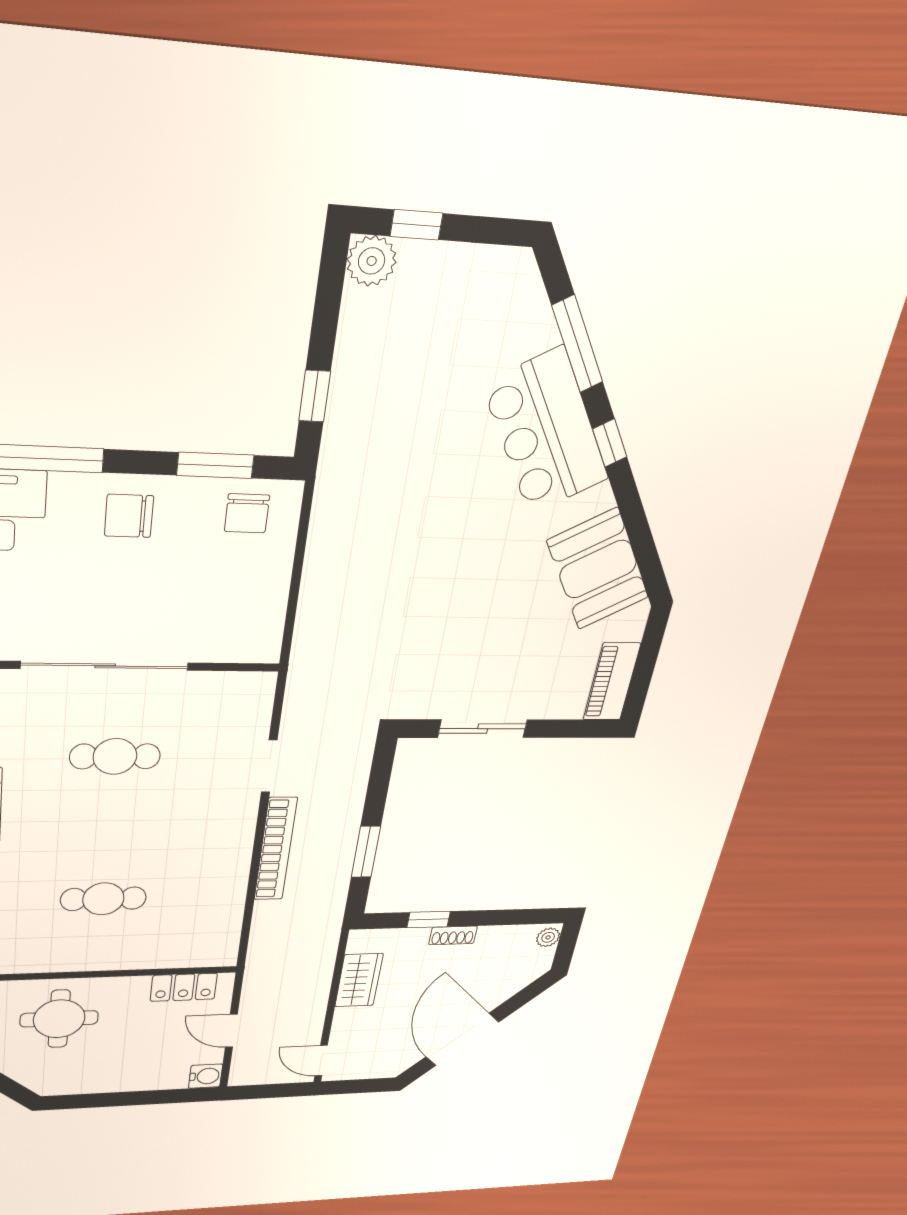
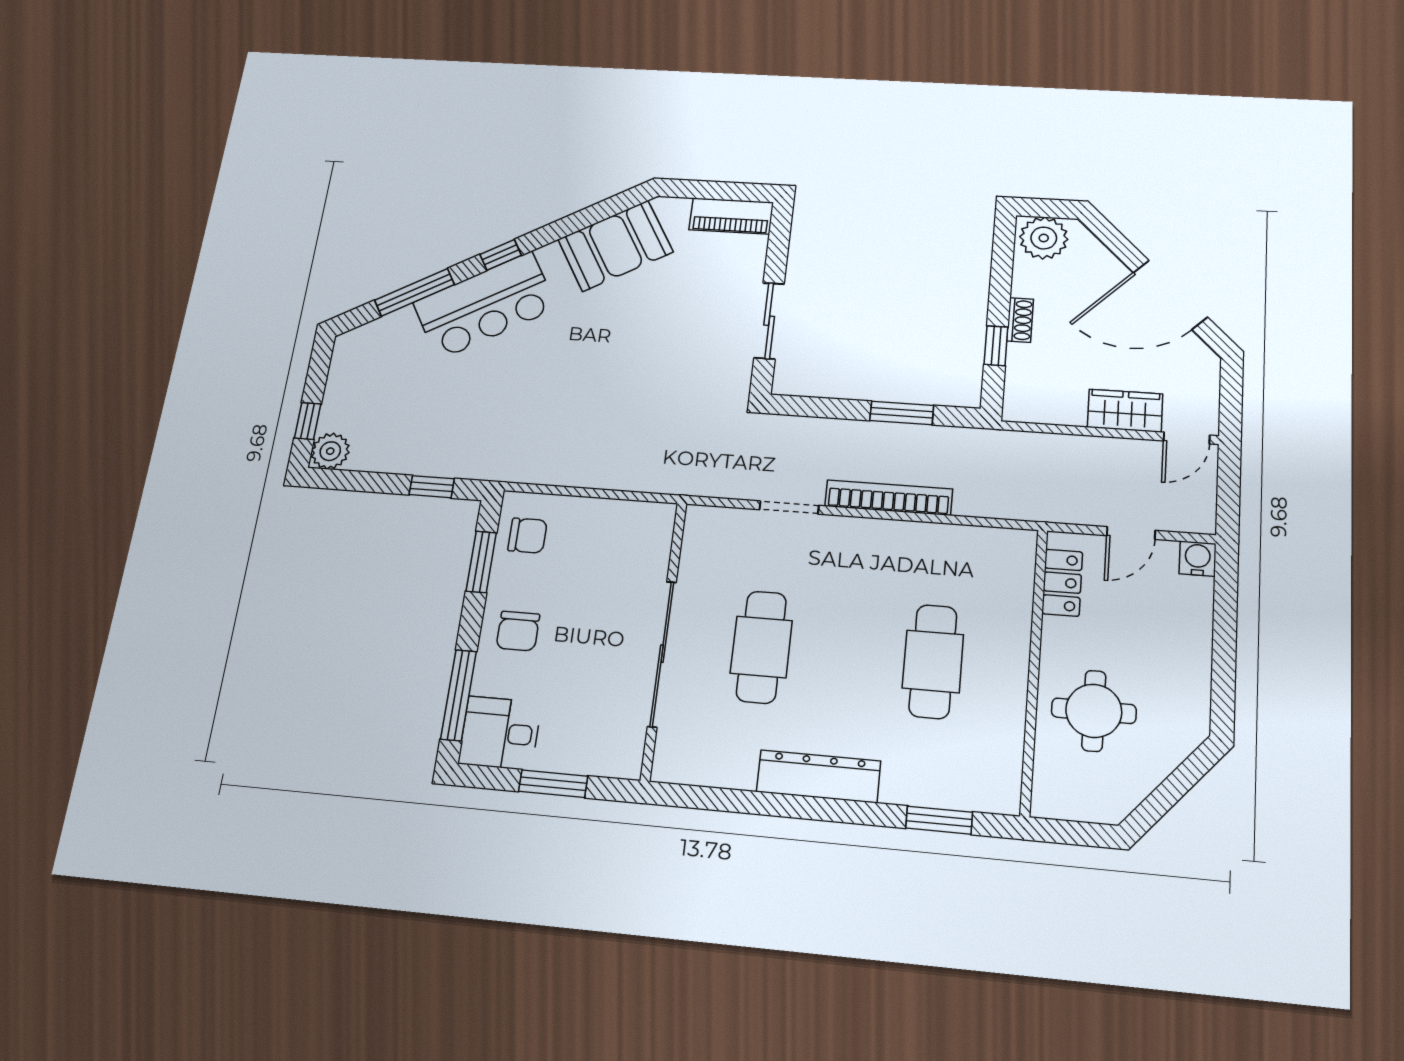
cafe table: (115, 756) -> (761, 647), width x1.37, depth x1.35
cafe table: (103, 899) -> (933, 661), width x1.37, depth x1.35
plant: (548, 937) -> (1044, 238), width x1.88, depth x1.88
wardrobe: (359, 980) -> (1125, 411), moved

